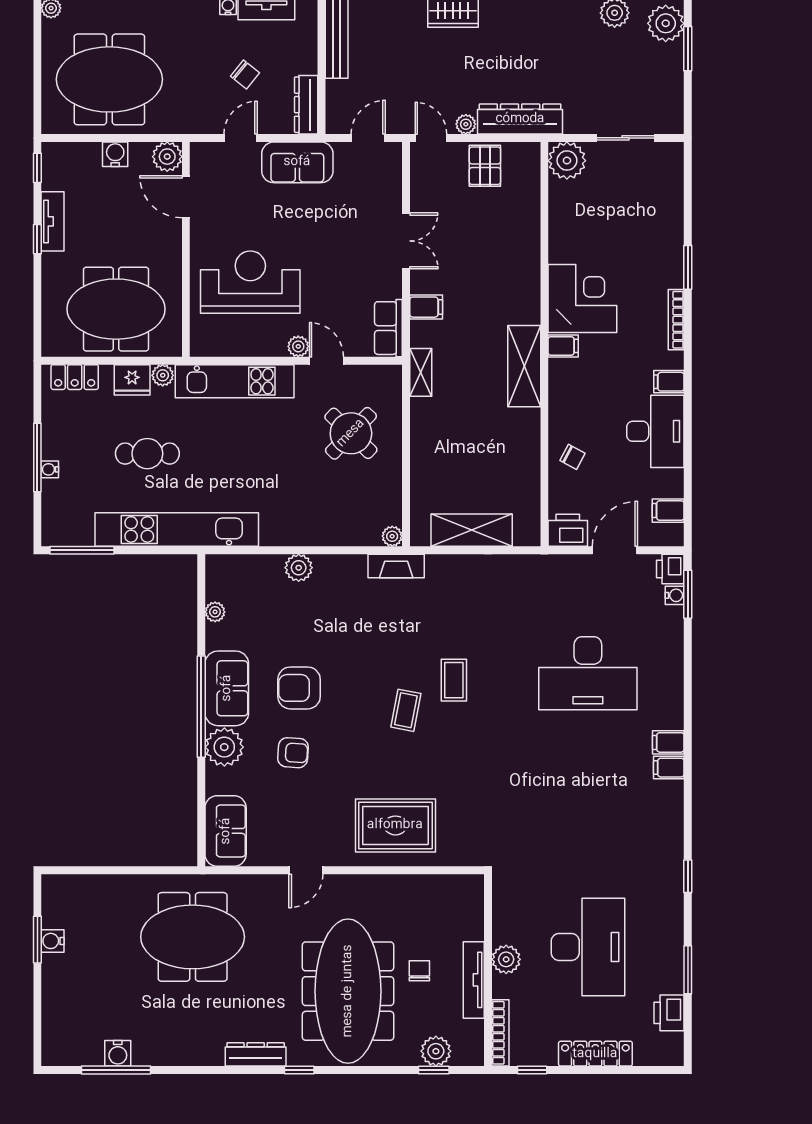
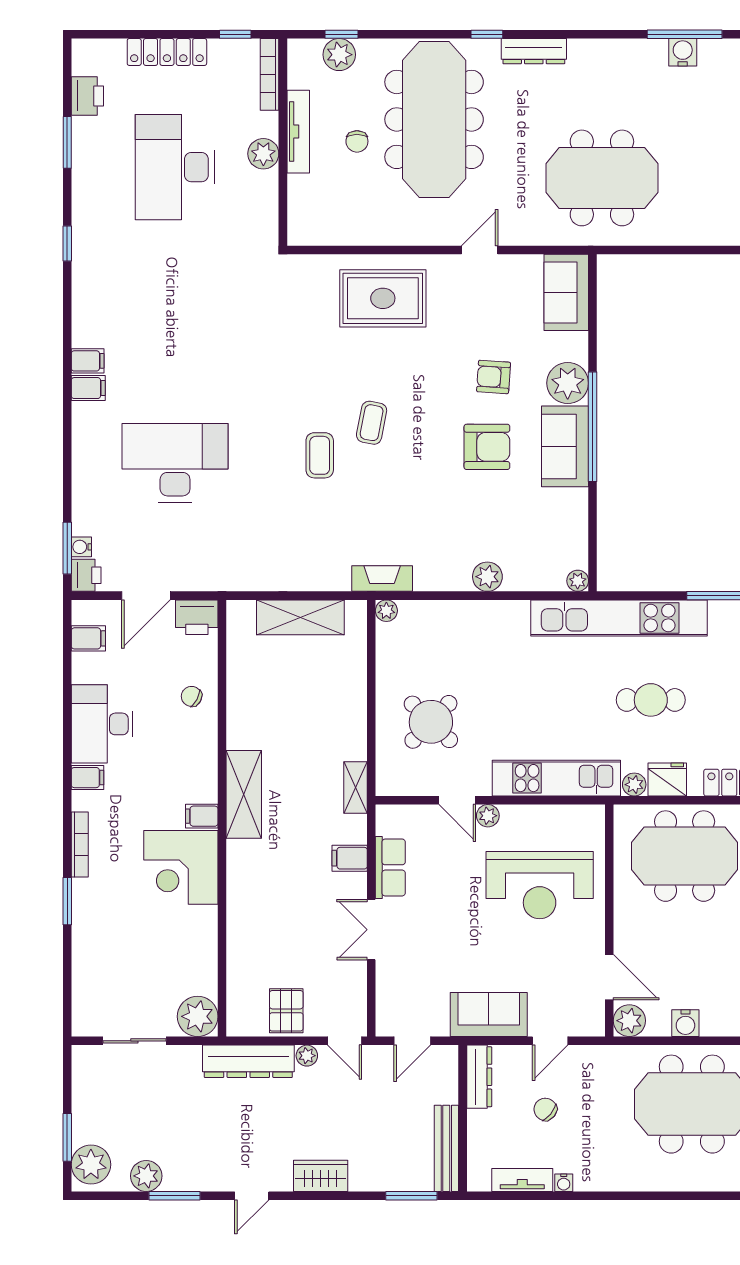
row of seats: (388, 328) -> (390, 867), moved
plant: (215, 612) -> (578, 581), moved

